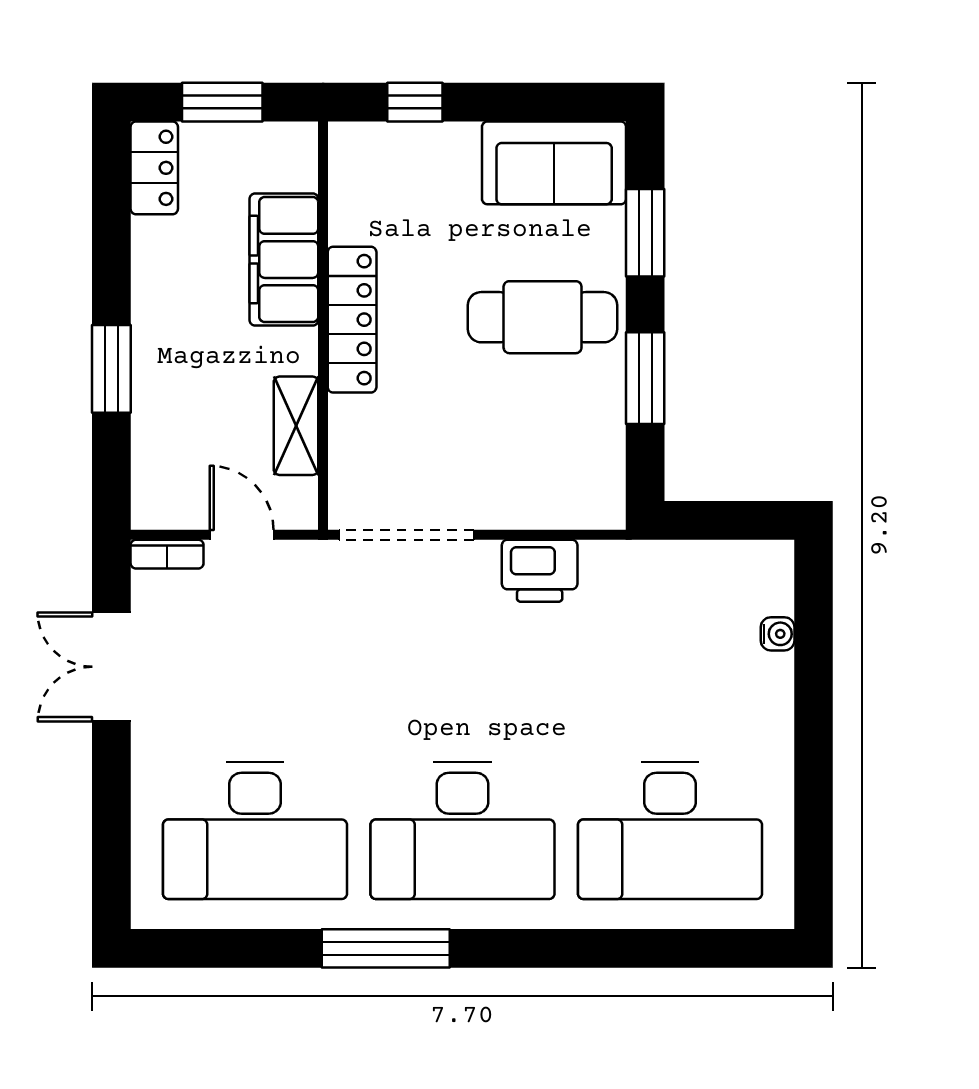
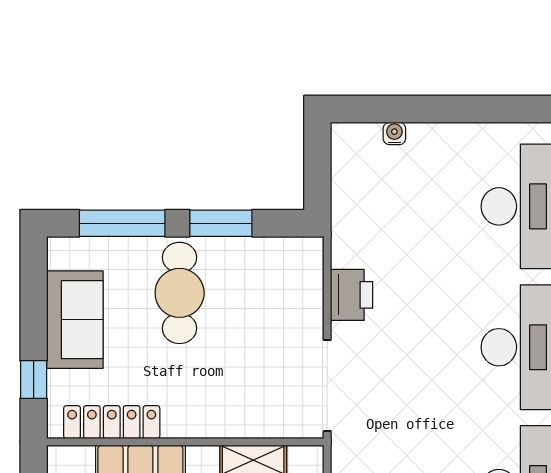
sofa: (554, 163) -> (75, 320), moved
window: (645, 233) -> (122, 223), width x1.44
locker: (352, 320) -> (112, 422), moved

